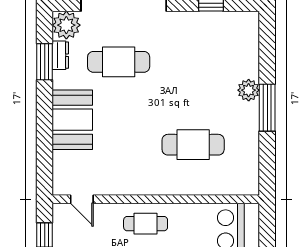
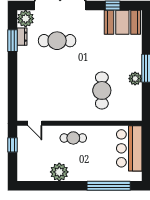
plant: (249, 90) -> (135, 79), moved
booth: (72, 120) -> (122, 22), moved, turned 90
cafe table: (193, 145) -> (102, 90), turned 90

